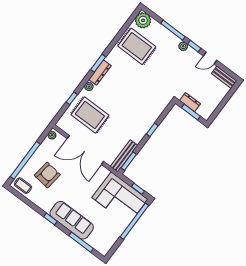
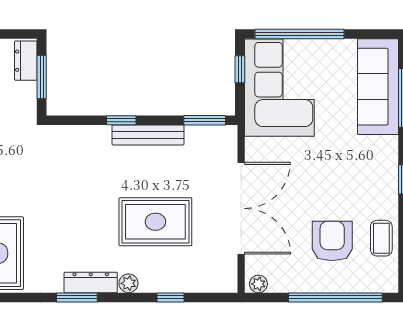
dresser: (190, 102) -> (26, 61), moved
rug: (90, 115) -> (155, 222), moved, turned 90
bench: (124, 156) -> (148, 135), moved
armchair: (47, 175) -> (332, 241), turned 83
coffee table: (23, 186) -> (381, 238), moved
sofa: (72, 220) -> (378, 87), moved

